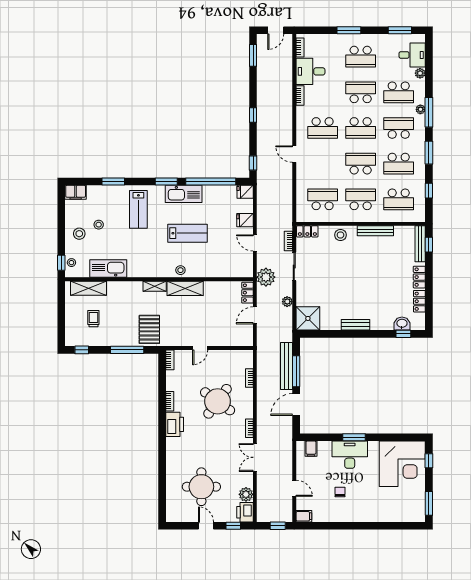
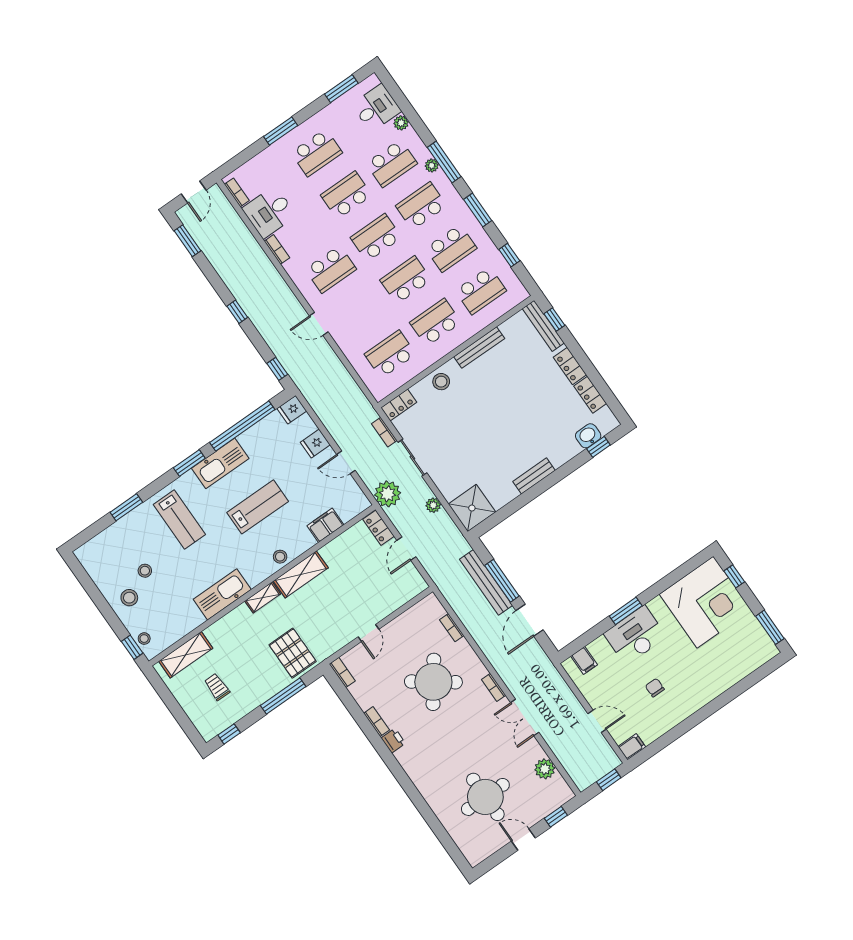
school desk: (361, 128) -> (376, 238), turned 180
filing cabinet: (76, 192) -> (325, 525), moved, turned 180
kitchen sink: (108, 269) -> (222, 594), moved
printer: (175, 424) -> (393, 741), width x0.53, depth x0.68
printer: (245, 512) -> (558, 791), removed

